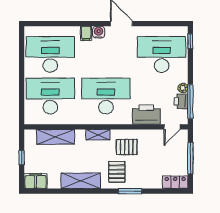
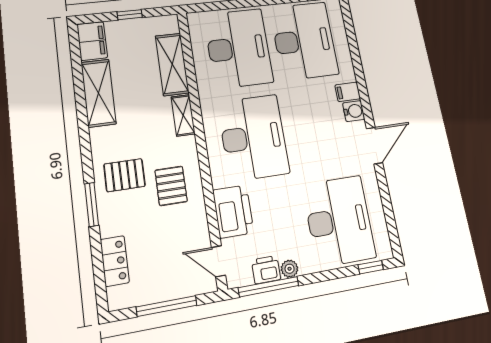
shelving: (98, 135) -> (183, 115), moved
shelving: (81, 181) -> (98, 93), moved
locker: (175, 182) -> (115, 261), moved

